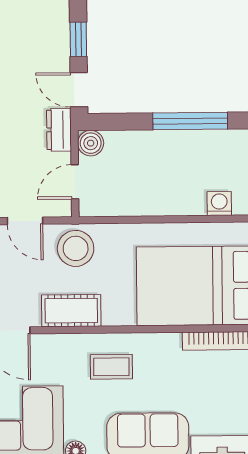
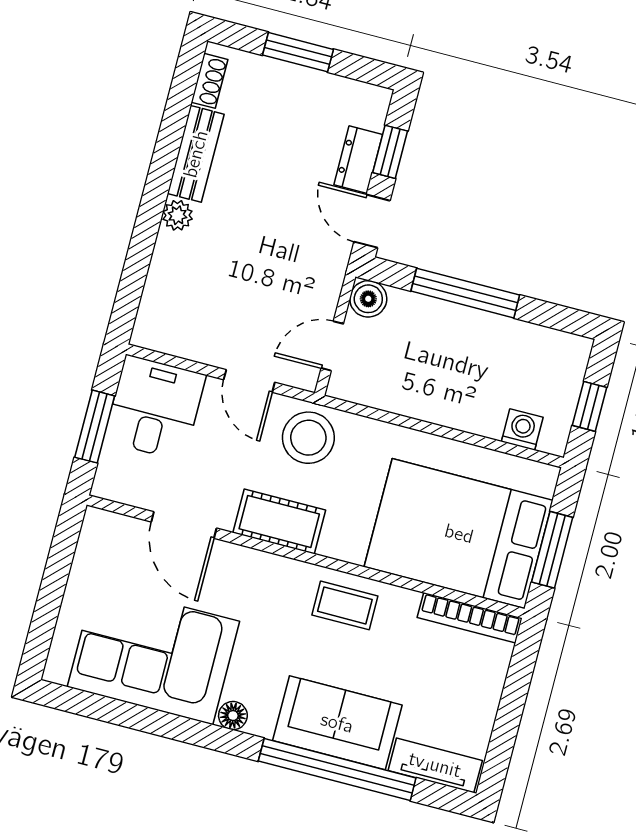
window: (190, 121) -> (465, 293), moved
dresser: (59, 130) -> (358, 160), moved
coffee table: (111, 367) -> (345, 605), moved

